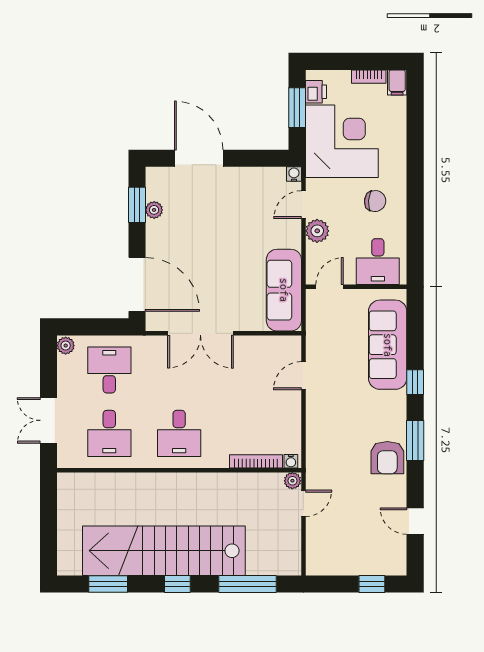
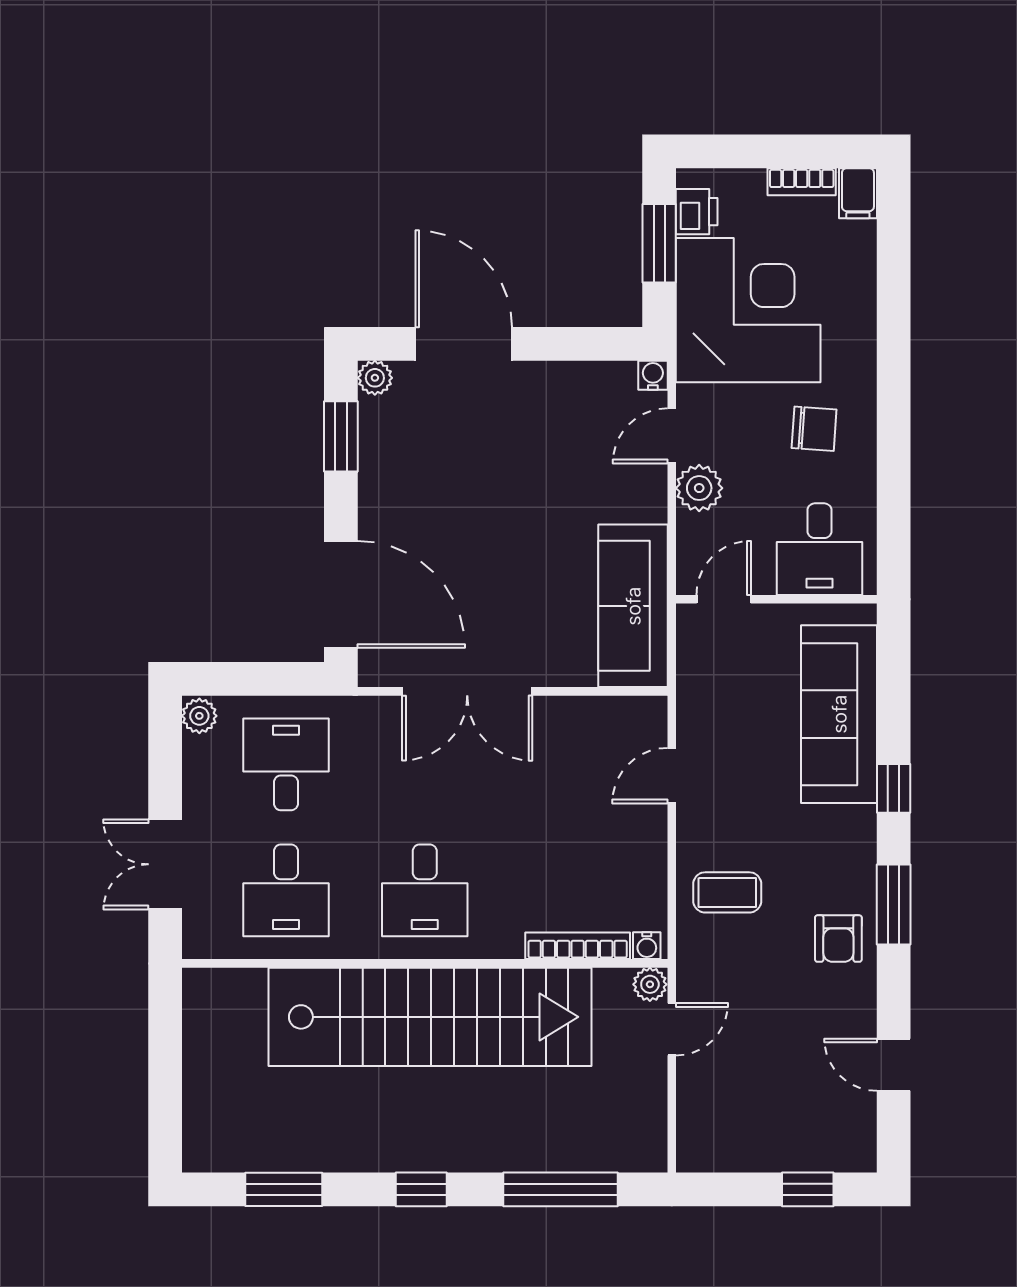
plant: (154, 210) -> (375, 378), moved
coffee table: (331, 434) -> (727, 892), added
armchair: (387, 458) -> (838, 939), width x0.72, depth x0.72
stairs: (164, 551) -> (430, 1017), moved, turned 180

